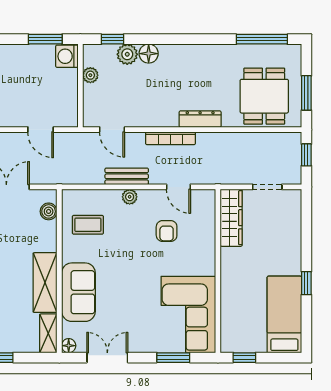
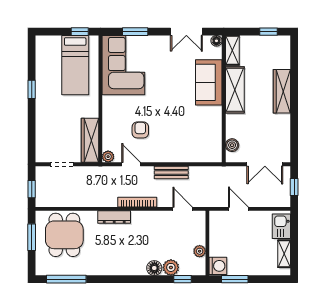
plant: (130, 197) -> (108, 157), moved
coffee table: (88, 225) -> (202, 135), removed
bed: (284, 314) -> (75, 65), moved

